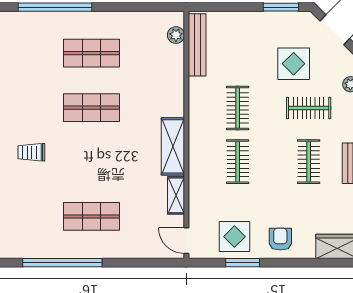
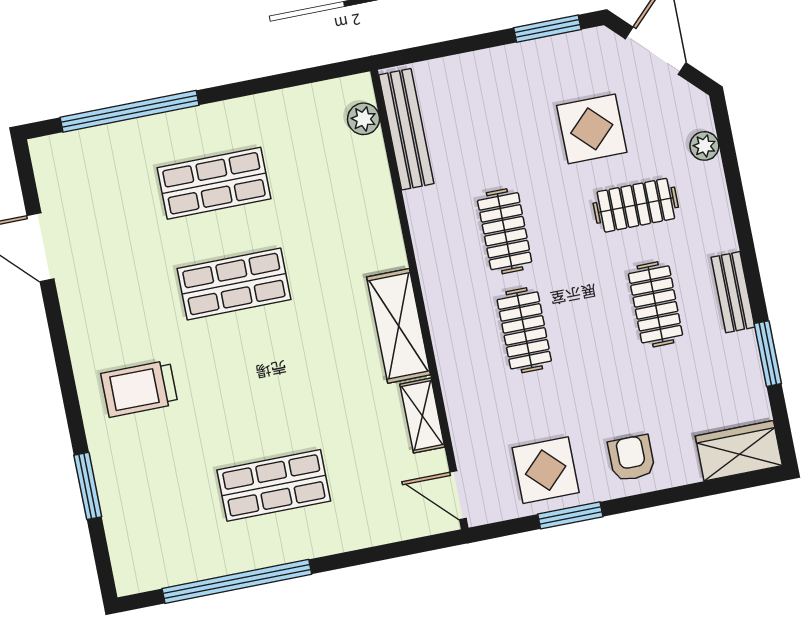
trolley: (31, 152) -> (139, 389), width x1.36, depth x1.39

